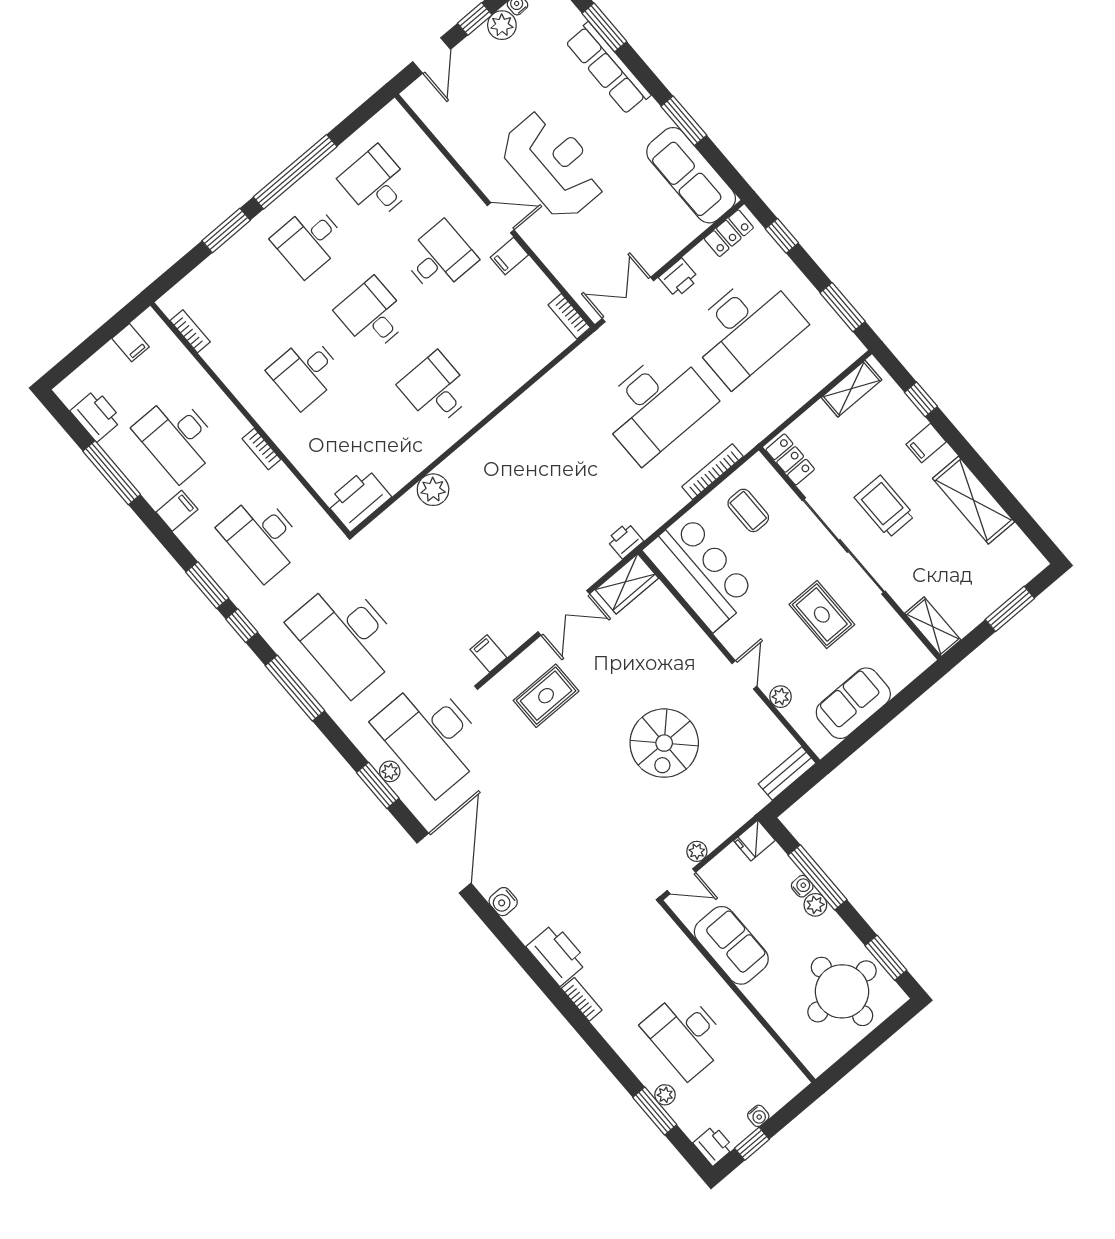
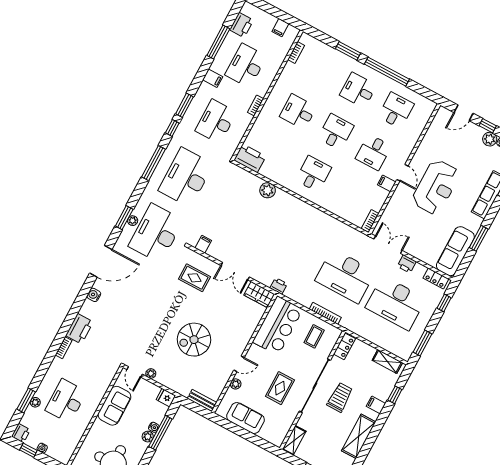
desk: (440, 258) -> (373, 152), turned 90

